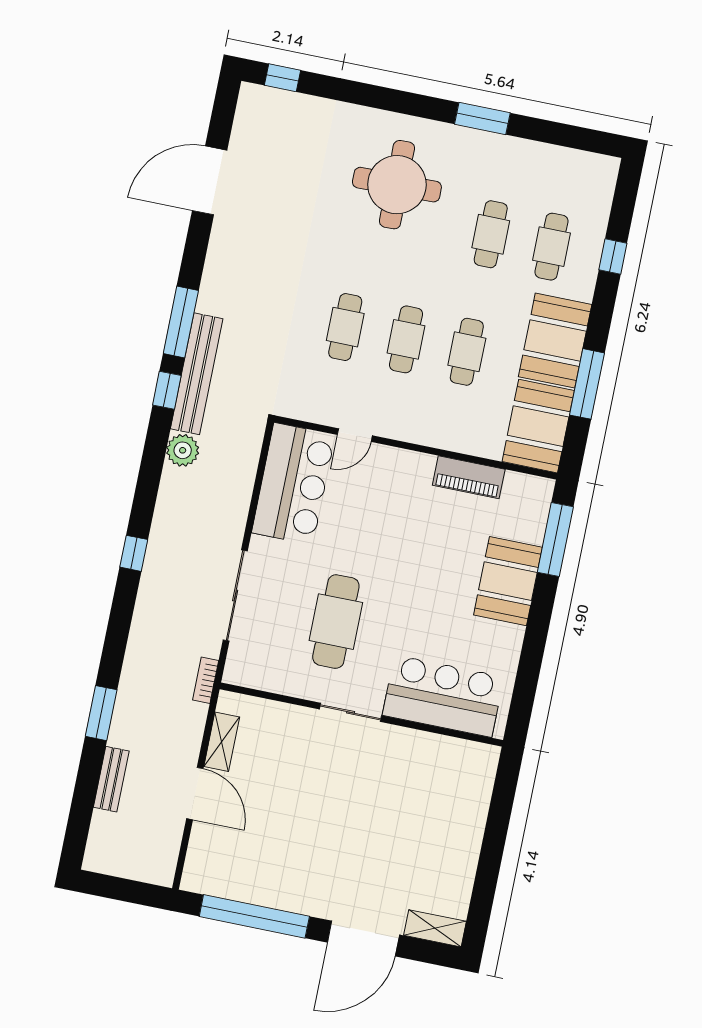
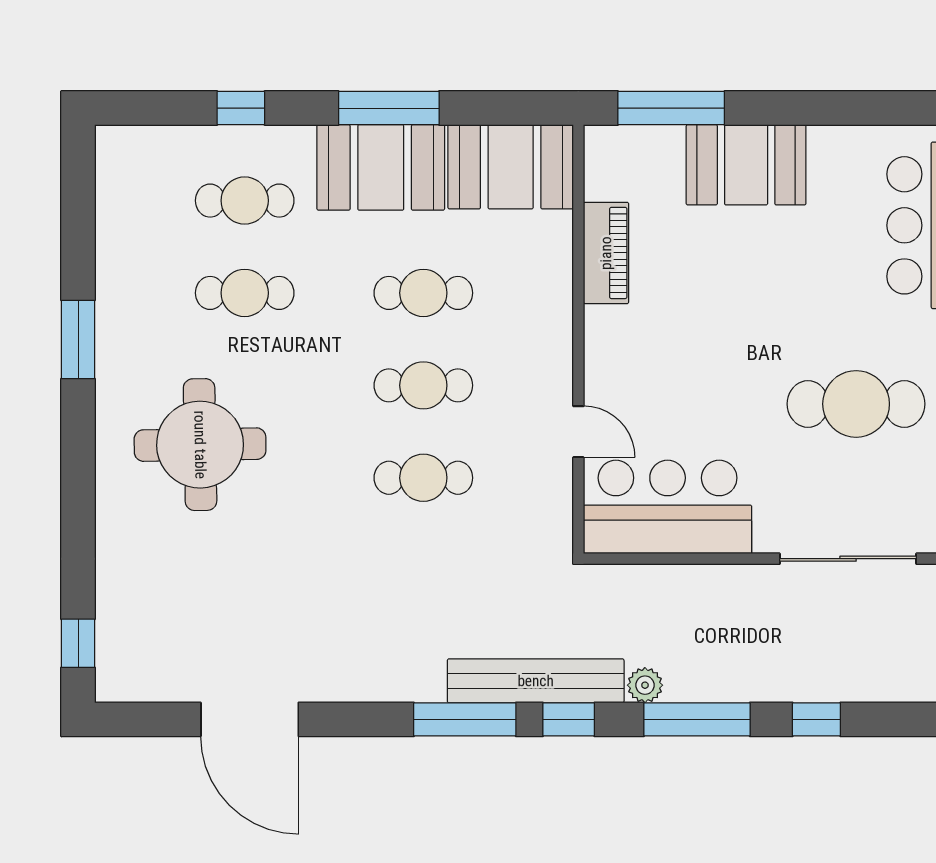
window: (587, 384) -> (389, 108), moved
plant: (183, 450) -> (645, 685), width x0.73, depth x0.73
window: (150, 475) -> (697, 719), added

